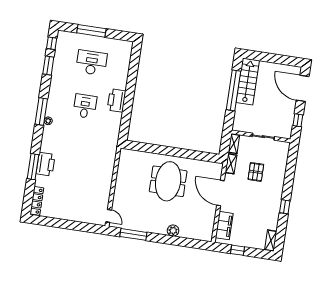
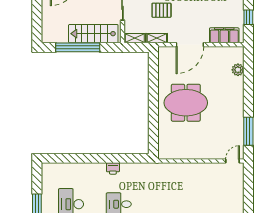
stairs: (248, 82) -> (93, 34), moved
printer: (116, 100) -> (113, 168), width x0.53, depth x0.68
plant: (173, 231) -> (238, 70), moved

